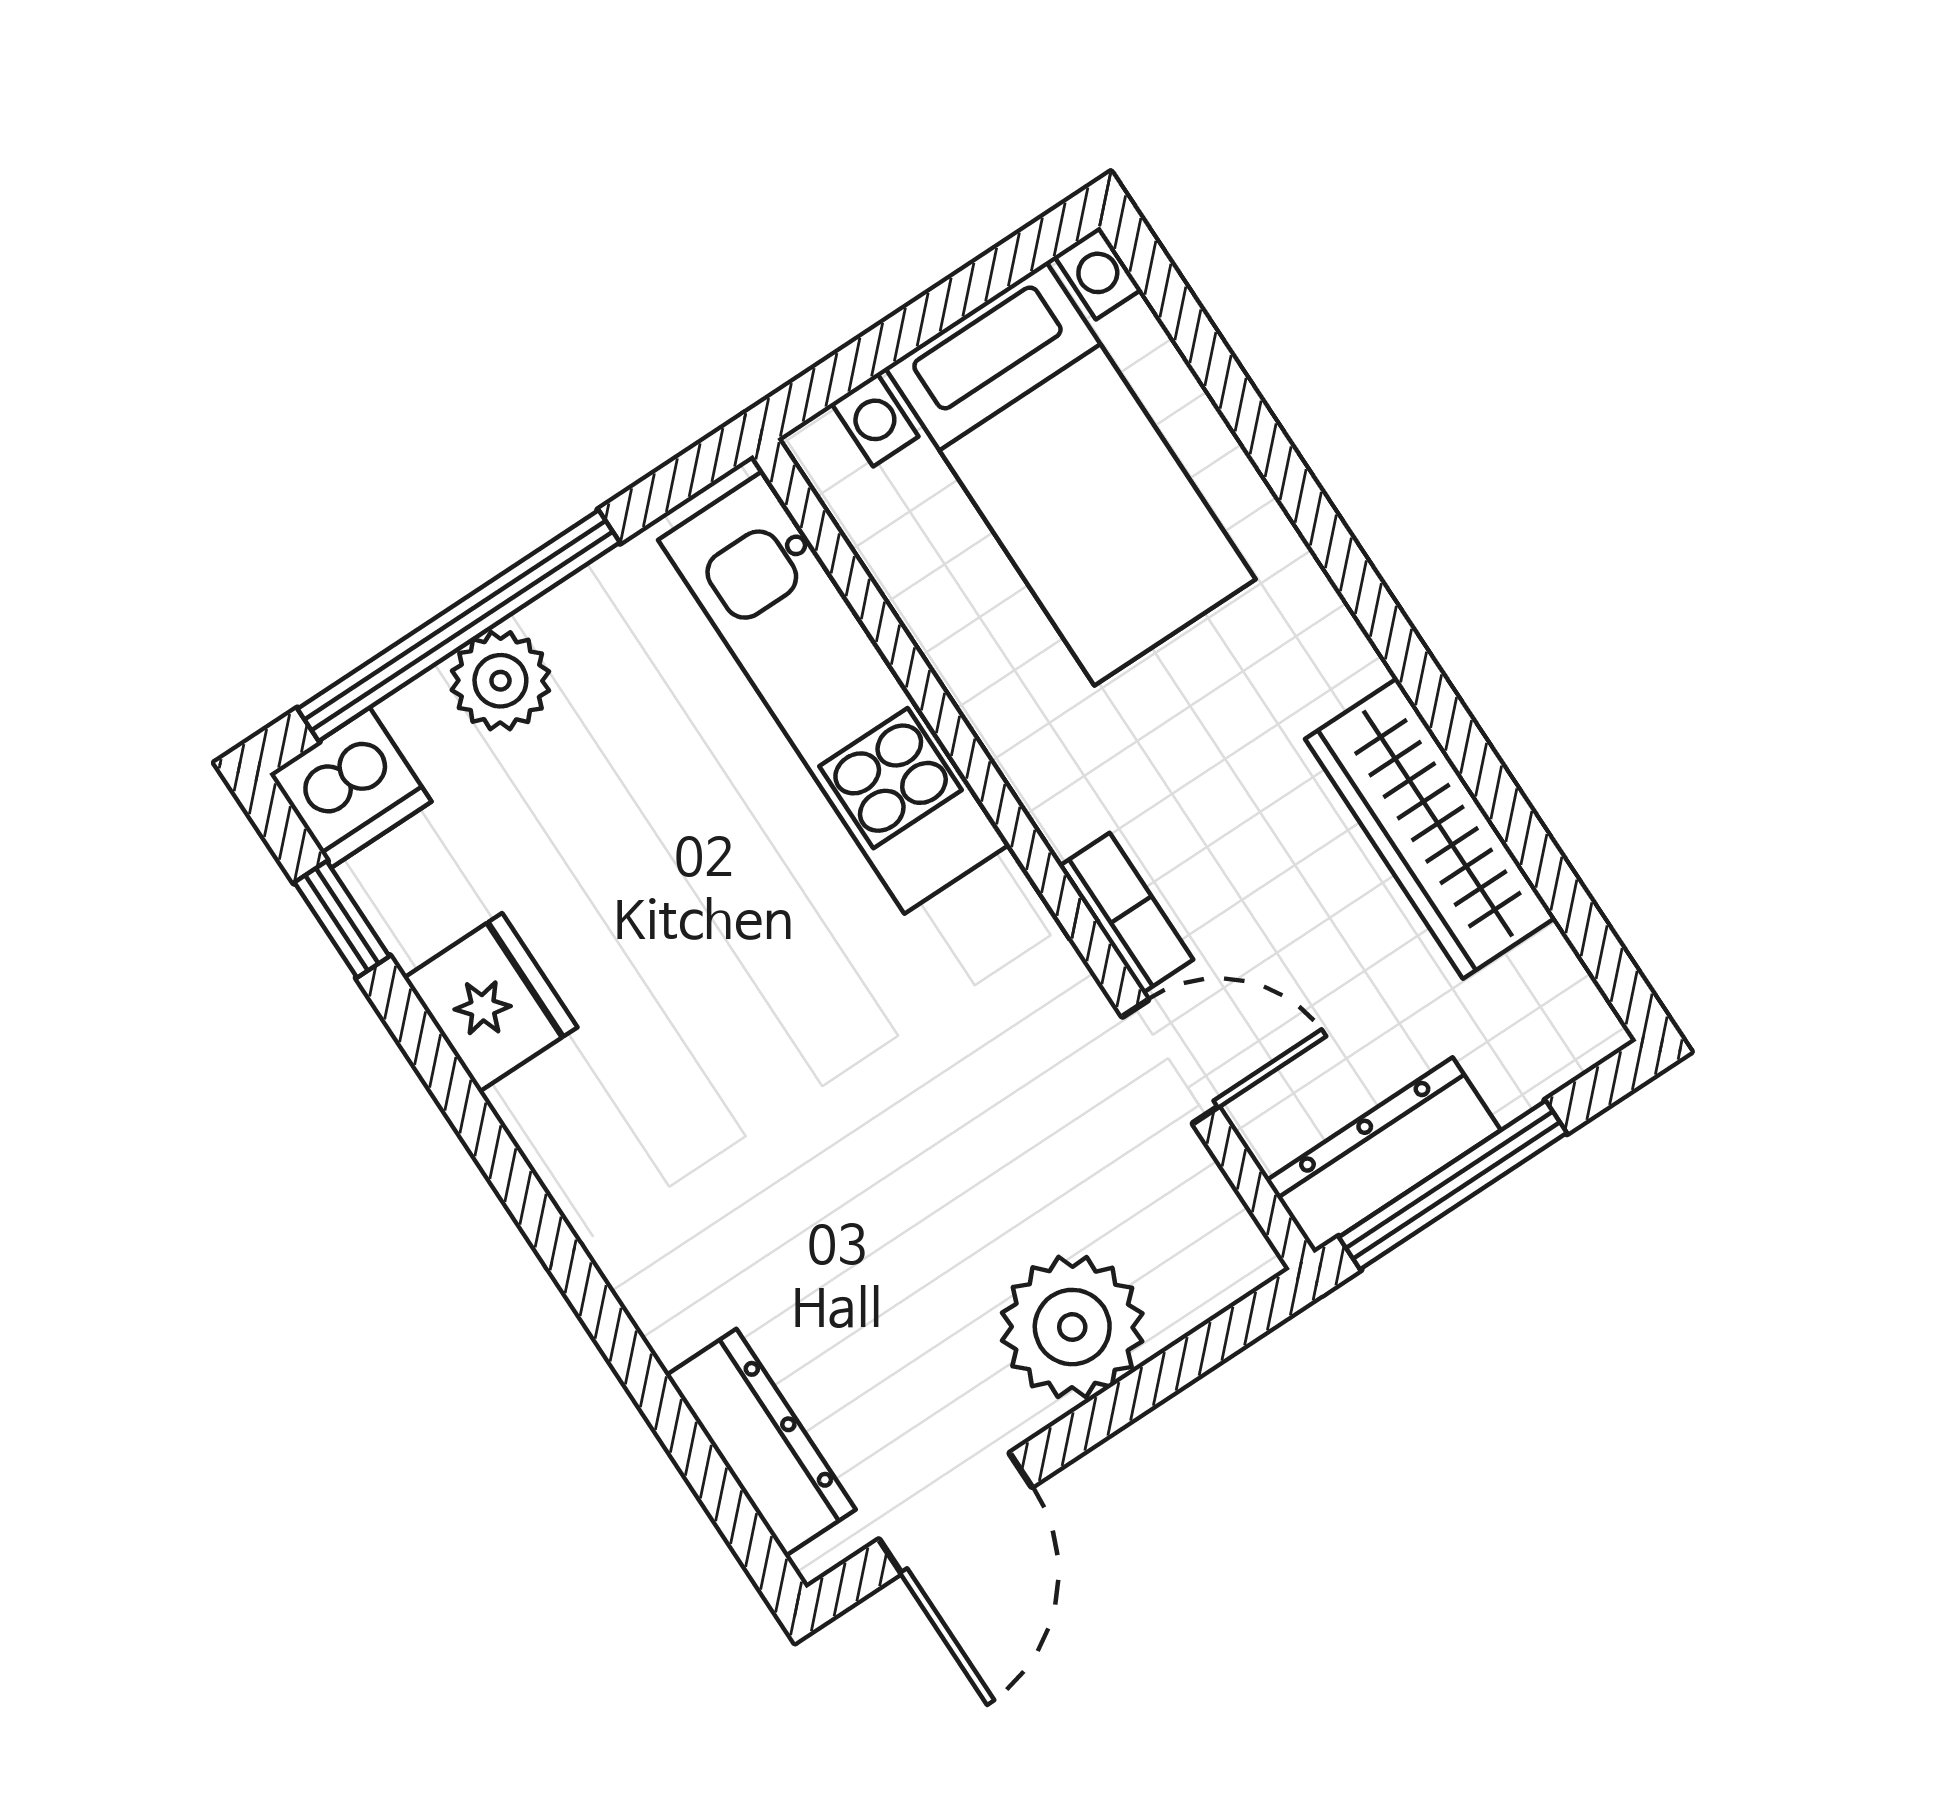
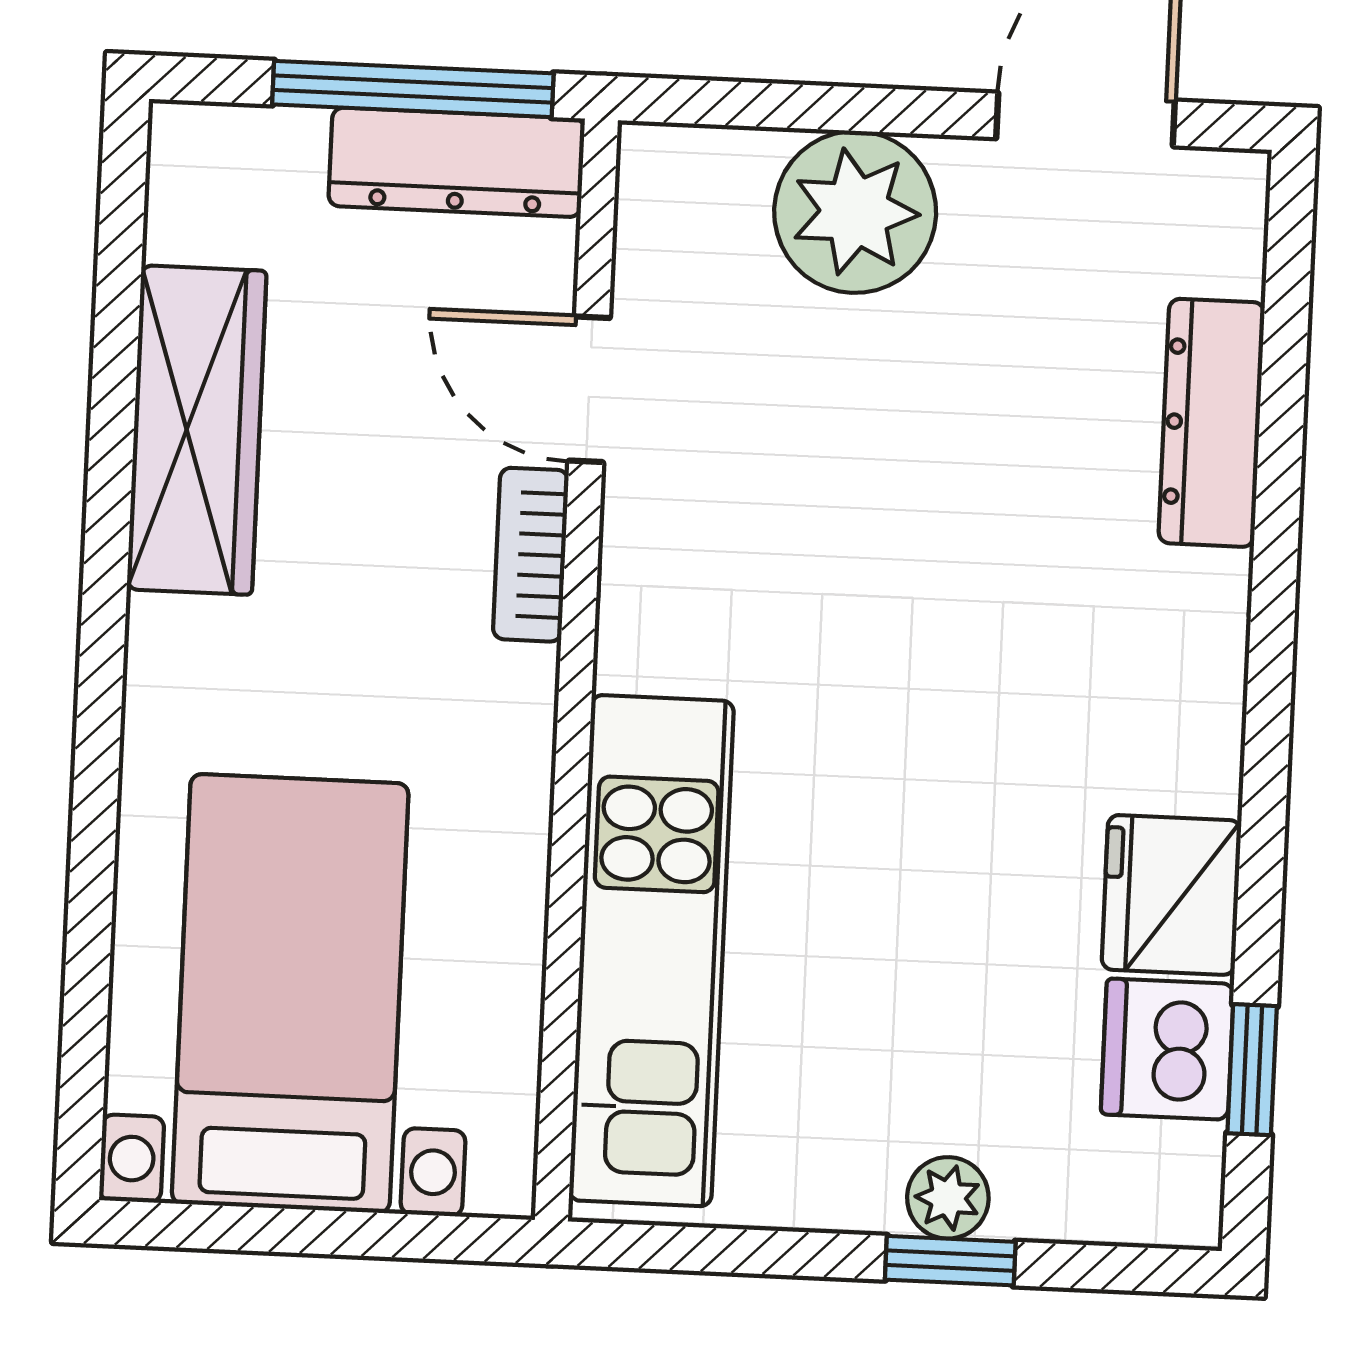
window: (459, 626) -> (950, 1261), width x0.32
plant: (500, 681) -> (948, 1198), width x0.73, depth x0.73
dishwasher: (350, 788) -> (1167, 1049), moved, turned -90
dresser: (761, 1443) -> (1212, 423), moved

